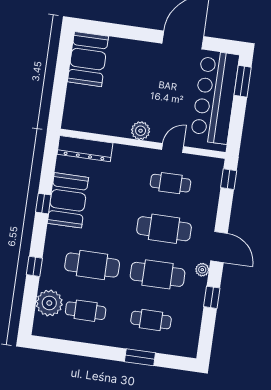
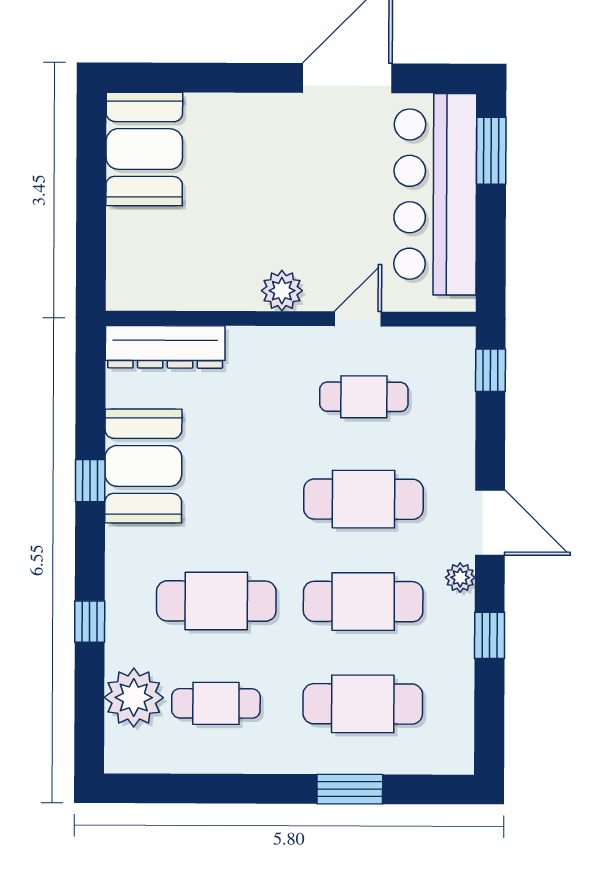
cafe table: (151, 320) -> (363, 704), width x1.37, depth x1.35

